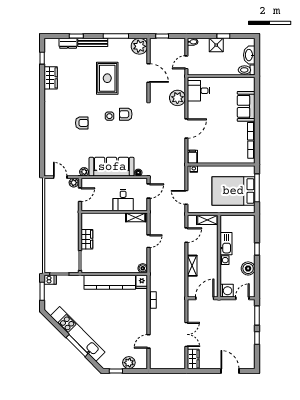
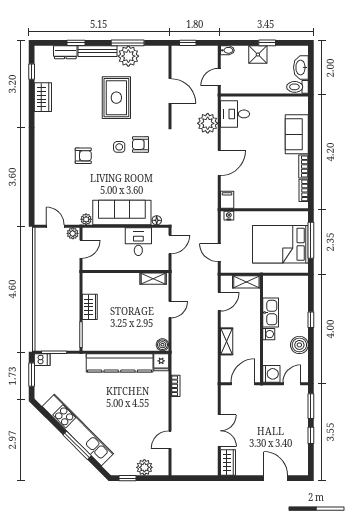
plant: (139, 46) -> (128, 56), moved
desk: (123, 200) -> (138, 242), moved, turned 180

